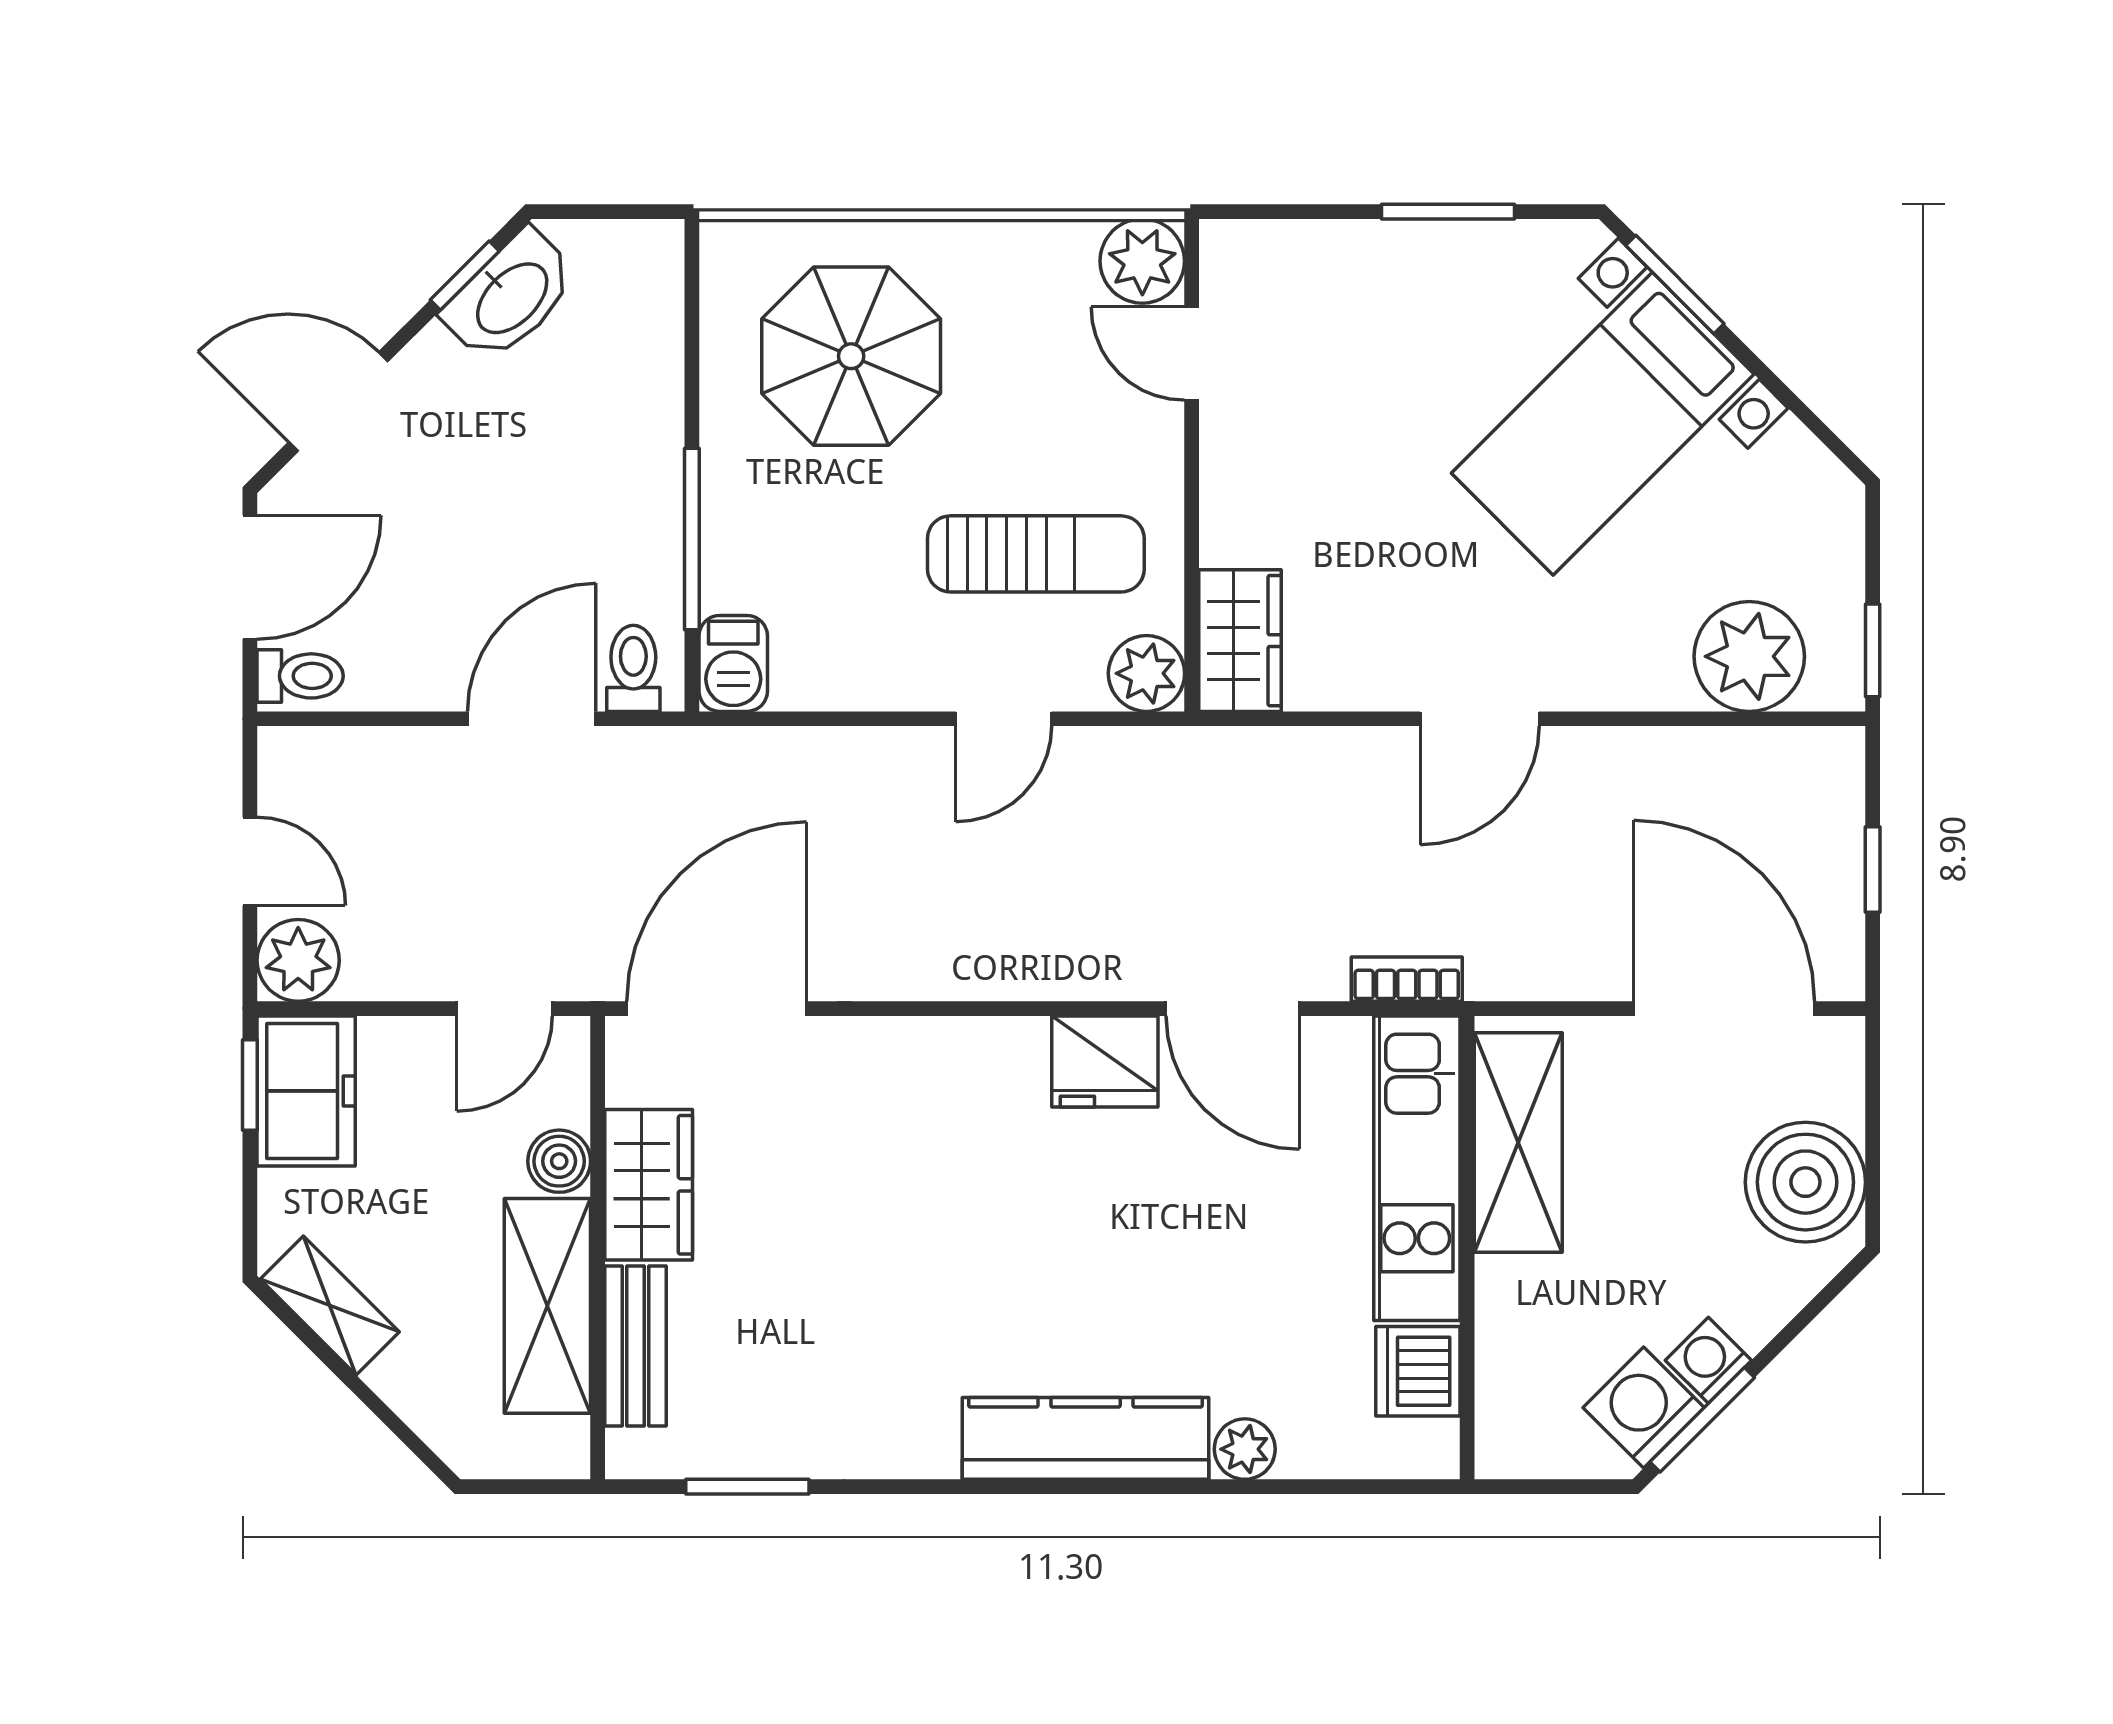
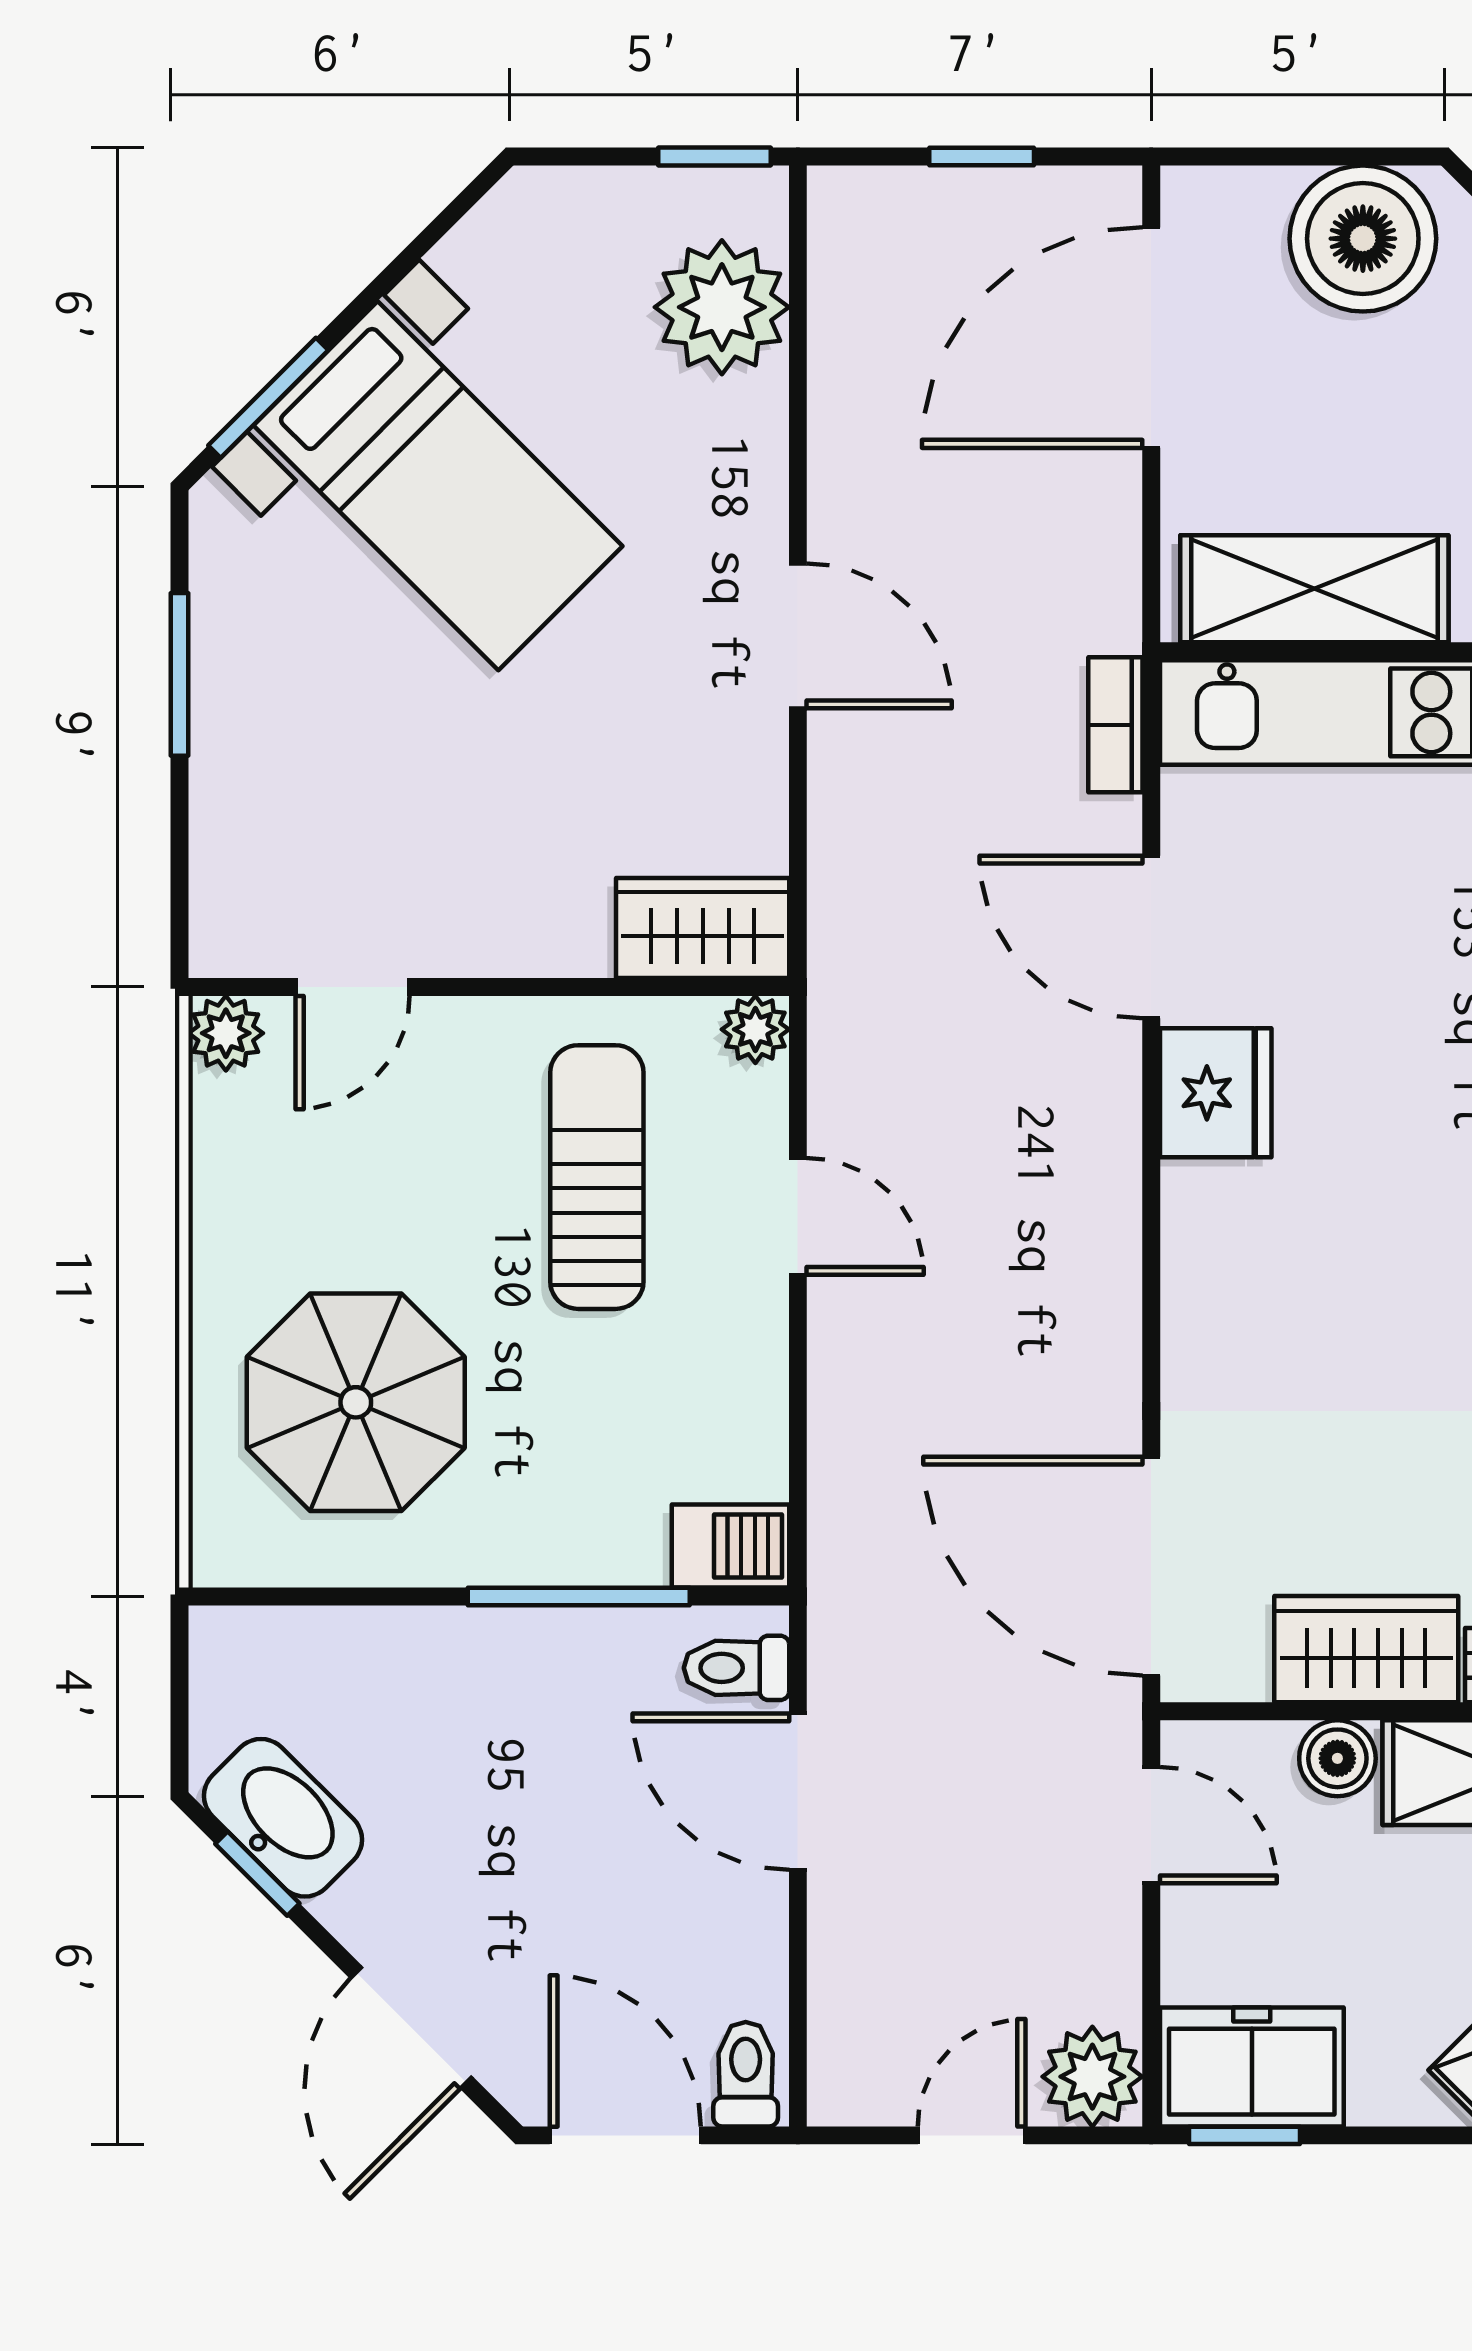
plant: (1142, 261) -> (226, 1033), width x0.73, depth x0.73
plant: (1146, 673) -> (755, 1029), width x0.73, depth x0.73
door: (1233, 1009) -> (1151, 937), swing flipped

